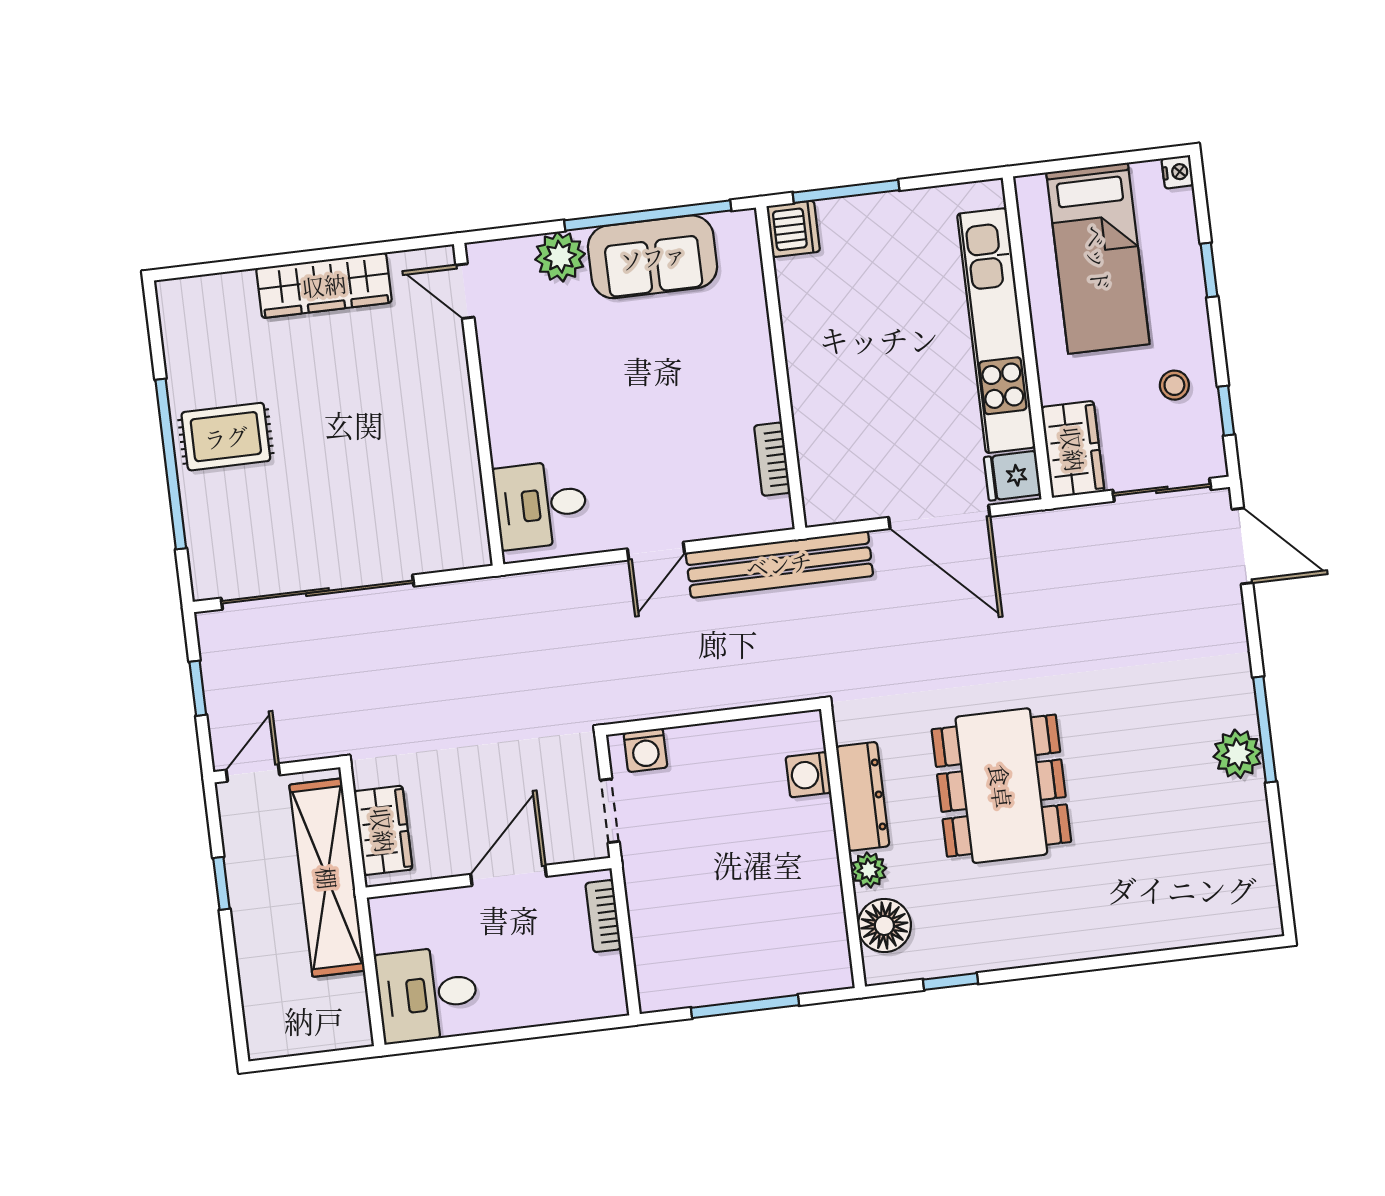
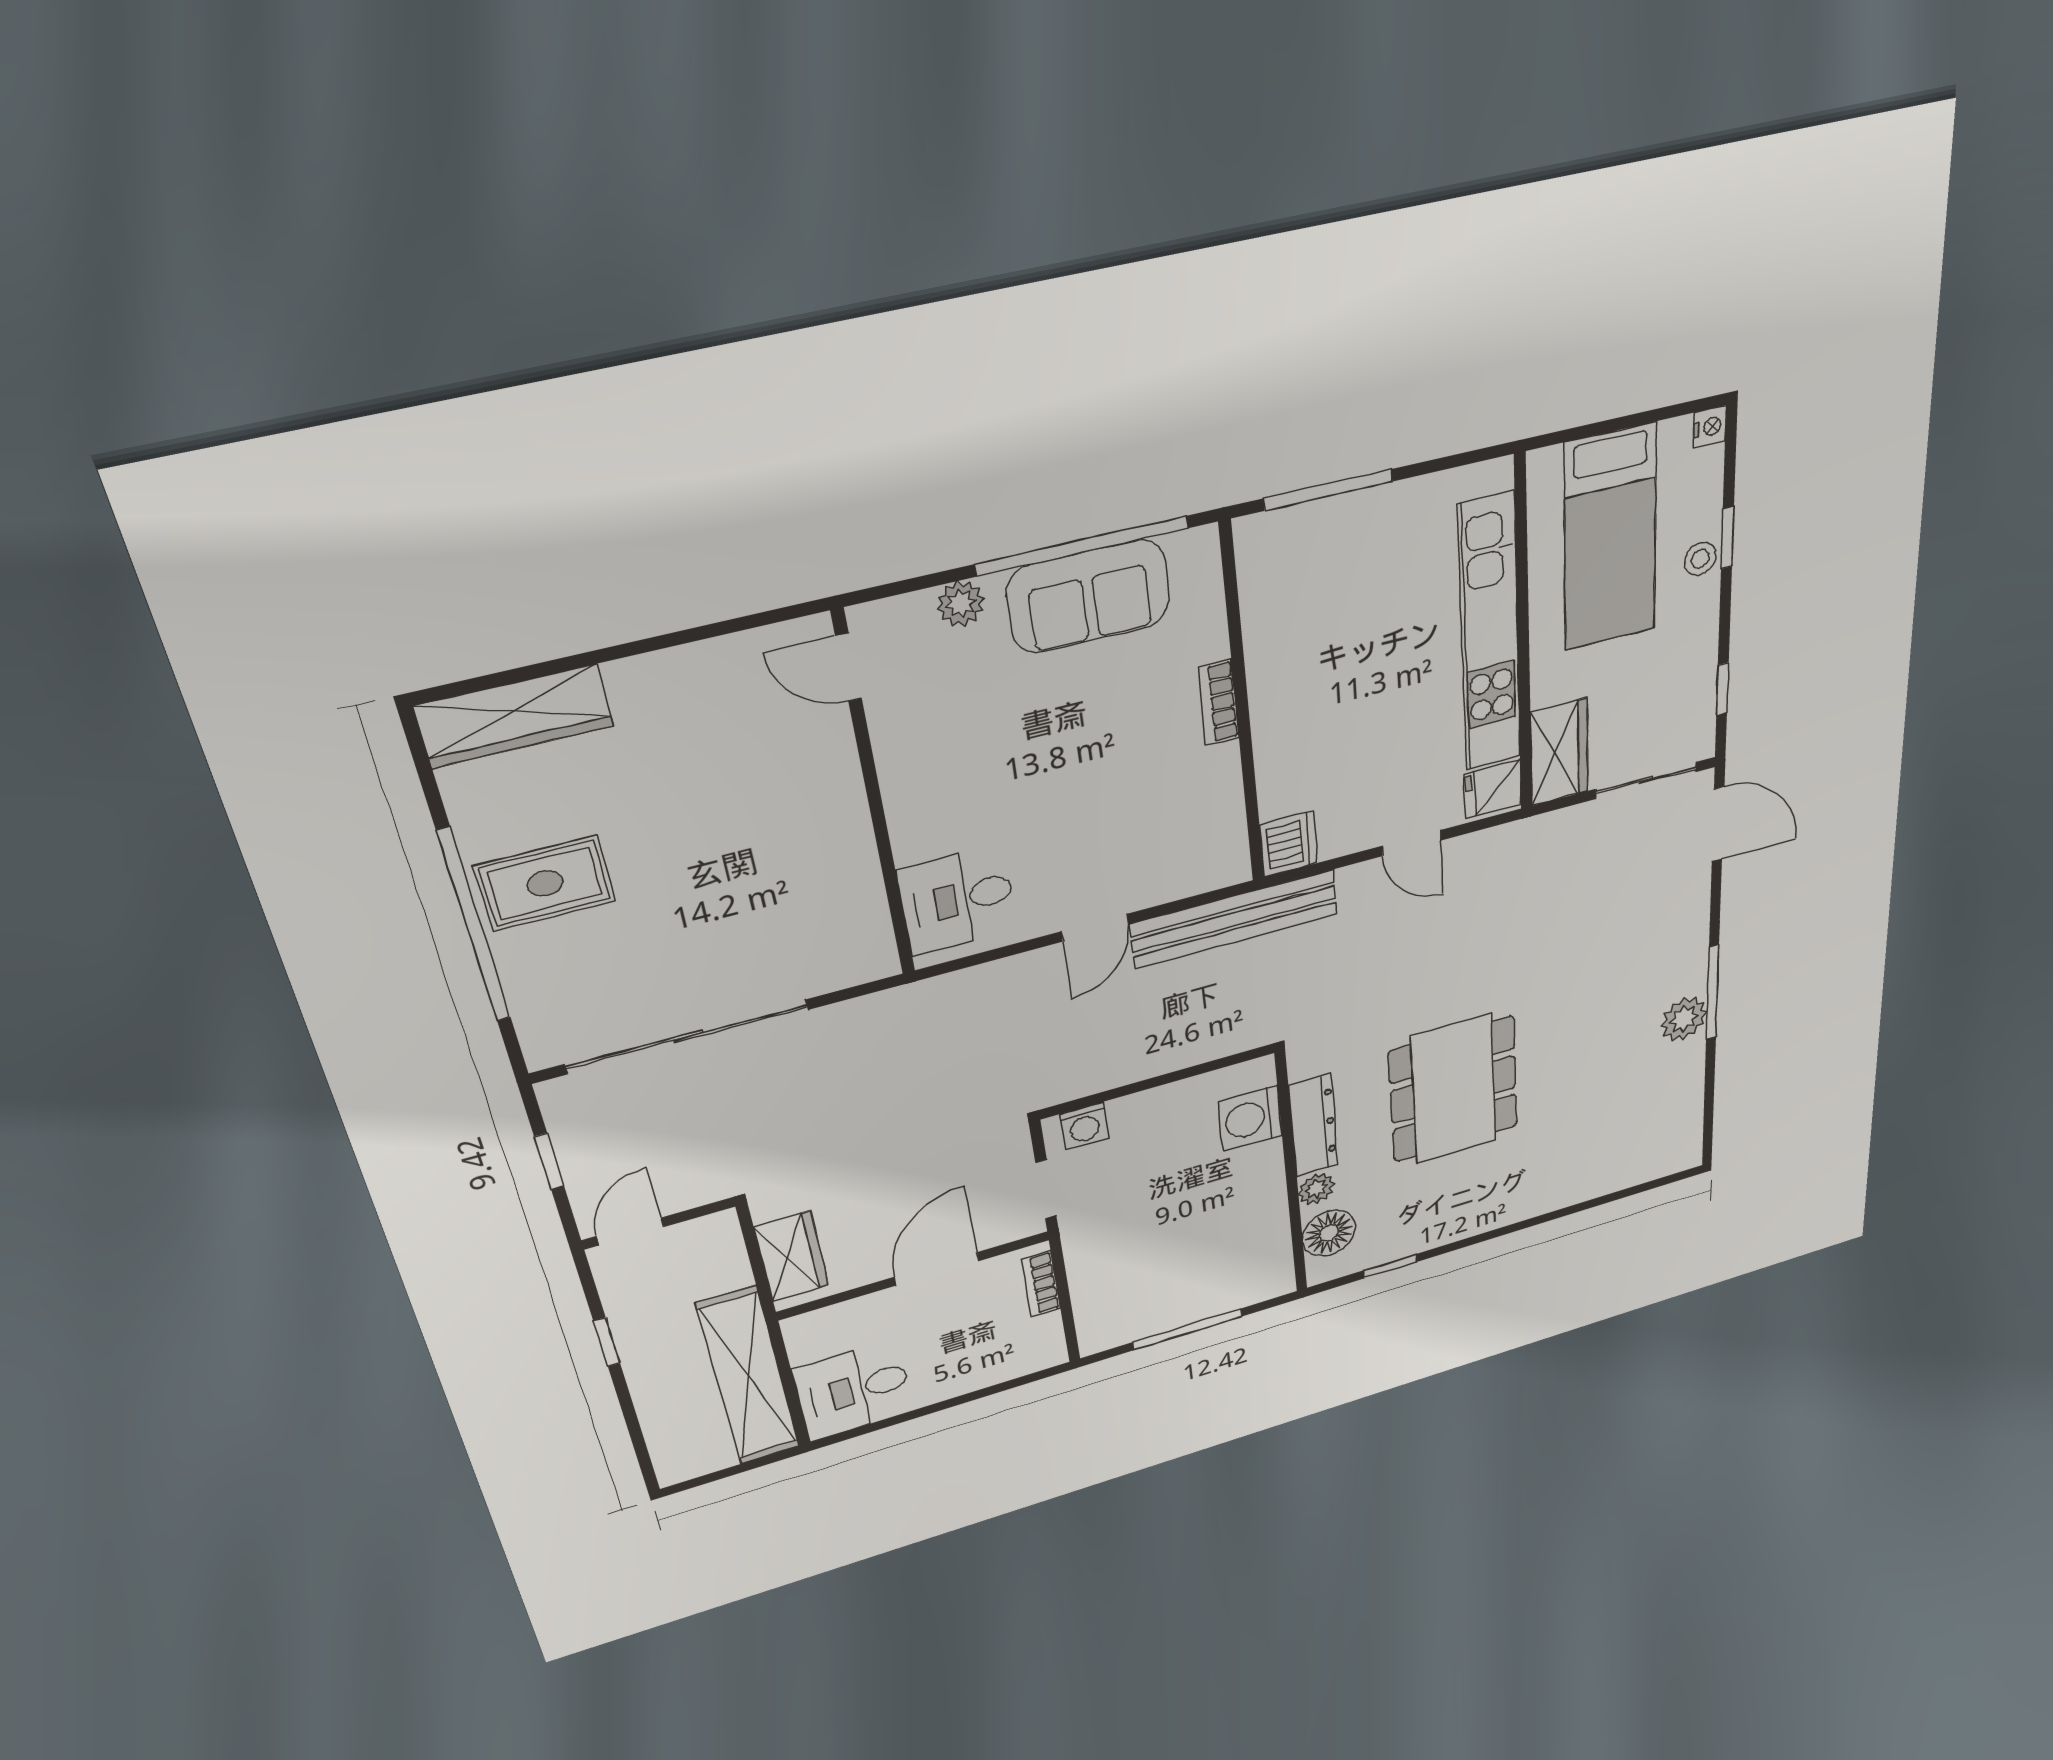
dishwasher: (793, 229) -> (1289, 844), moved
plant: (560, 257) -> (961, 604), width x0.73, depth x0.73
wardrobe: (324, 285) -> (515, 716), moved
stool: (1174, 385) -> (1700, 559), moved
bookcase: (772, 459) -> (1219, 703), moved
door: (939, 517) -> (1411, 843), width x0.53
washing machine: (808, 775) -> (1250, 1119), width x1.38, depth x1.38
shelving: (327, 878) -> (749, 1376), moved

